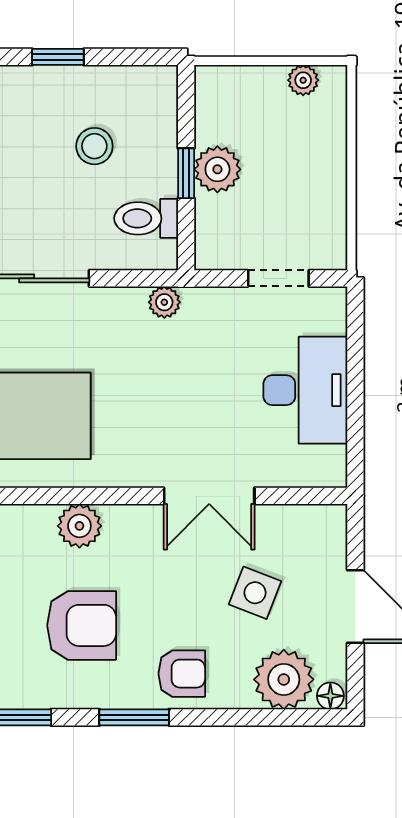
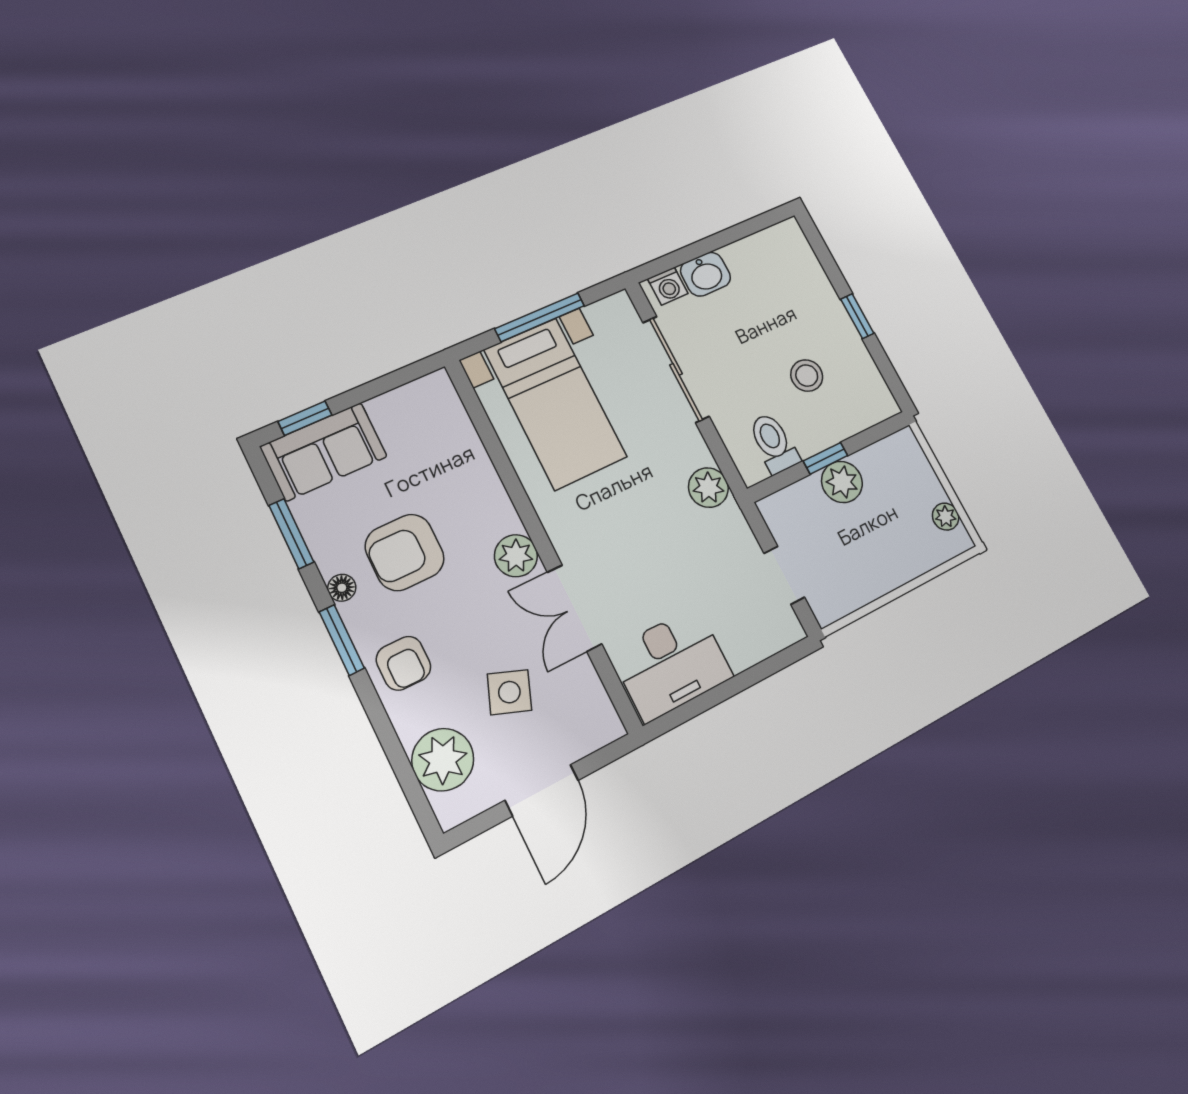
plant: (164, 302) -> (708, 488), width x1.38, depth x1.38
desk: (305, 390) -> (671, 664), moved
plant: (79, 526) -> (516, 556), moved
armchair: (82, 625) -> (405, 552), turned 90
floor lamp: (330, 696) -> (342, 588), moved

